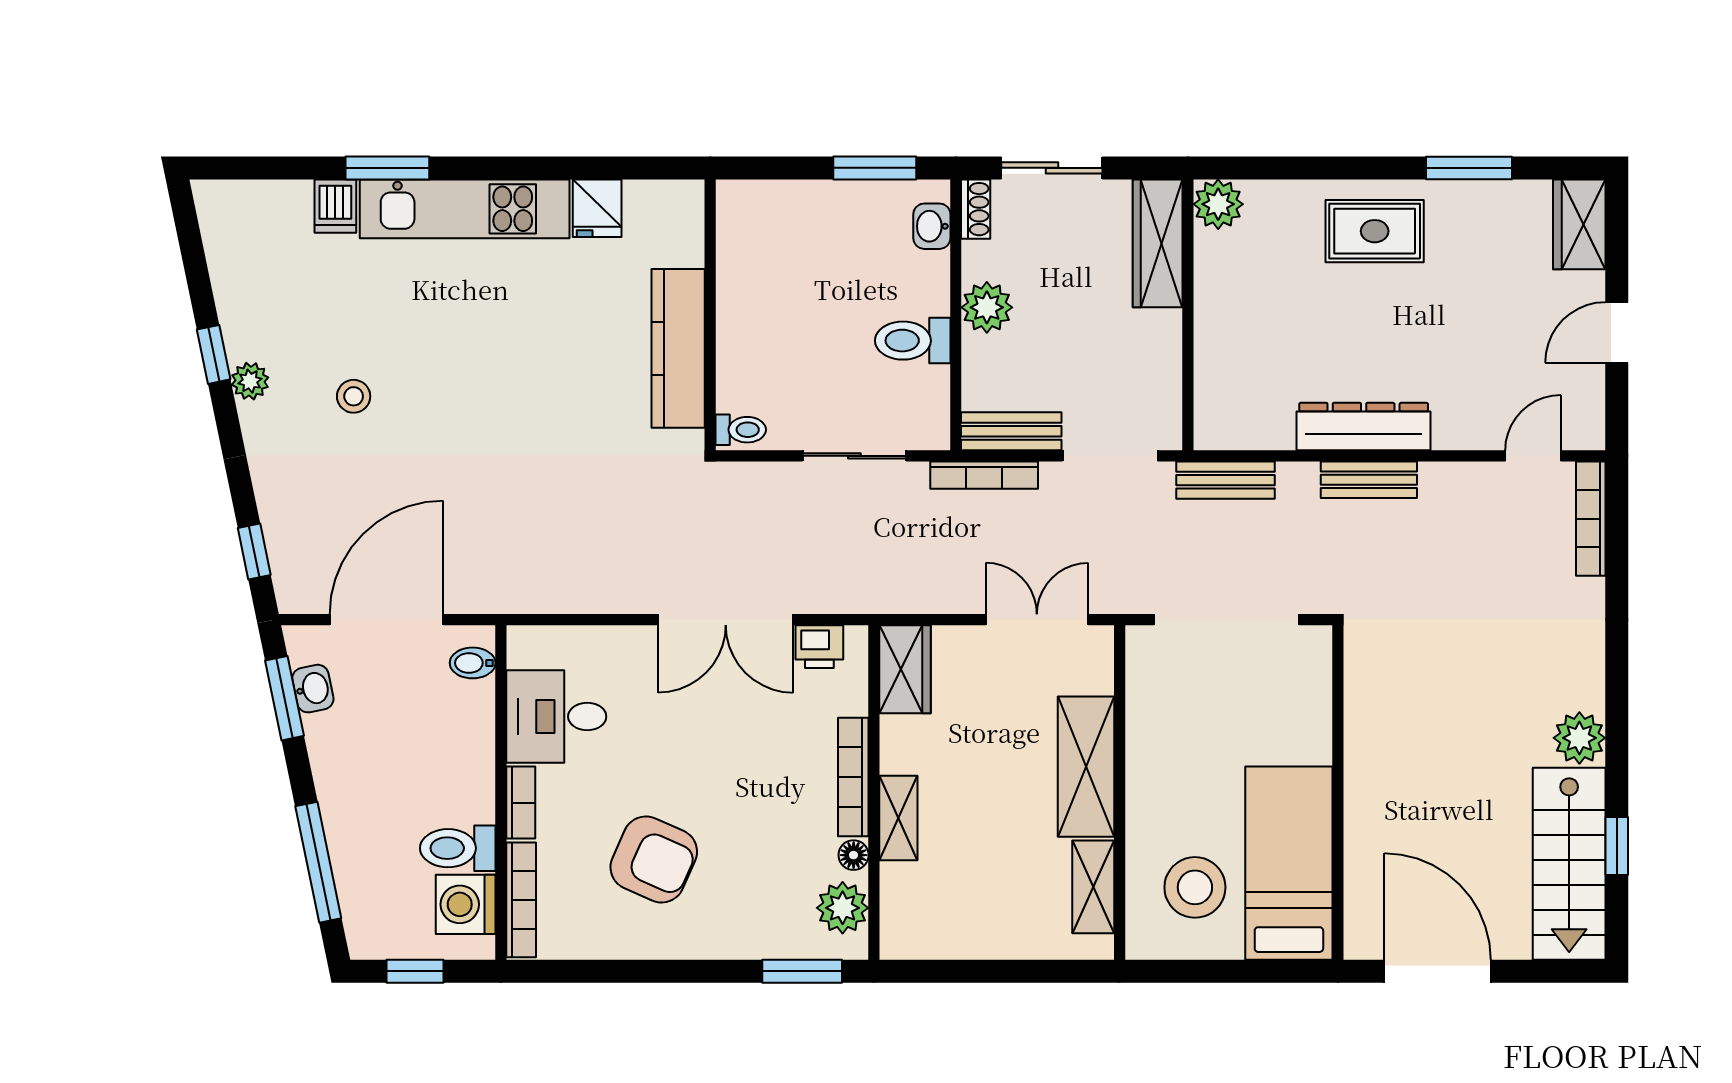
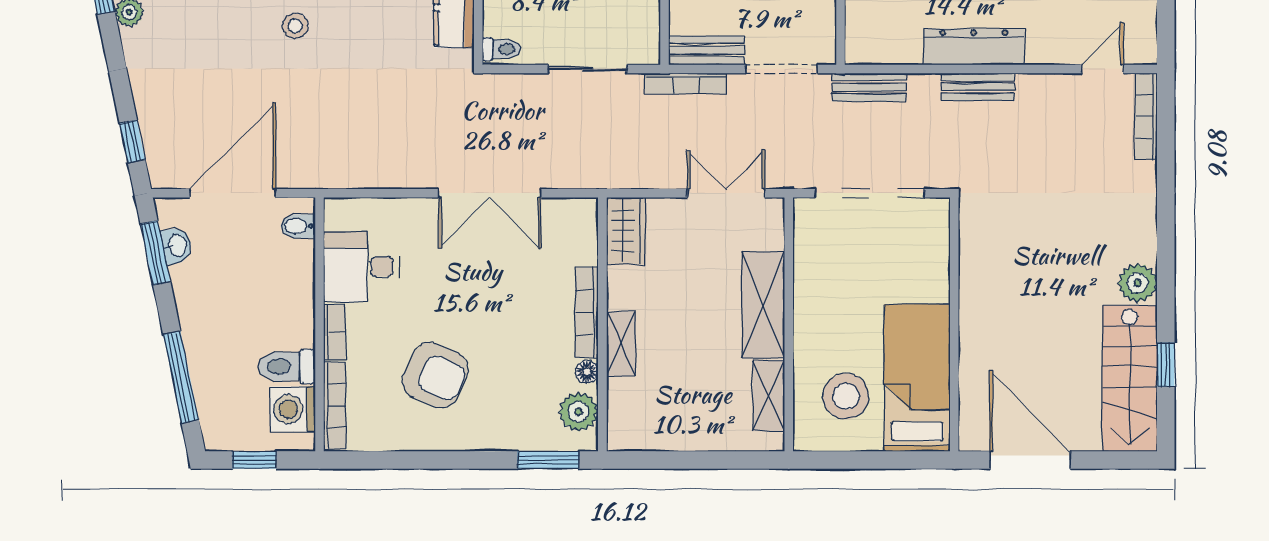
stool: (354, 396) -> (295, 26), moved
printer: (819, 647) -> (561, 214), removed

